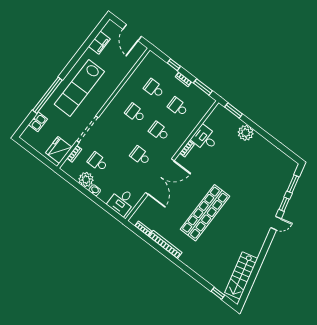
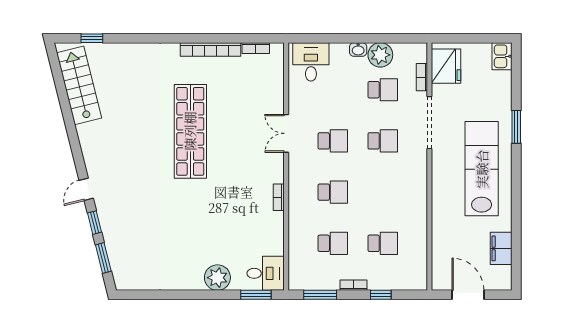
window: (47, 95) -> (516, 127), width x0.47
school desk: (135, 113) -> (383, 141), moved
kitchen sink: (38, 122) -> (502, 56), moved
desk: (205, 138) -> (266, 273), moved
double door: (160, 177) -> (286, 133), width x0.54

